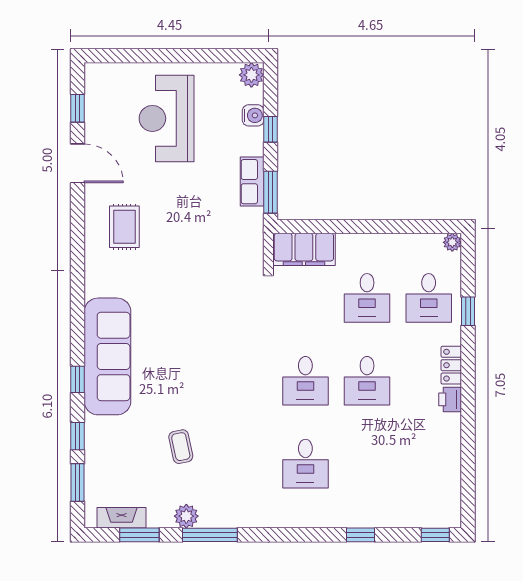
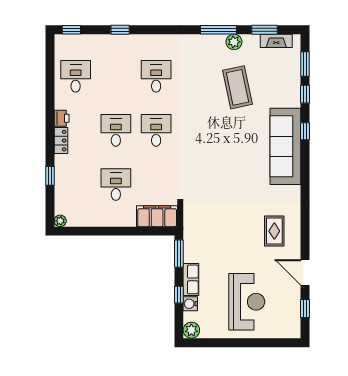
row of seats: (252, 182) -> (191, 279), moved
desk: (429, 298) -> (76, 76), moved
coffee table: (181, 447) -> (237, 87), width x1.86, depth x1.72

